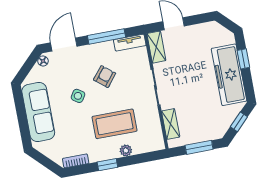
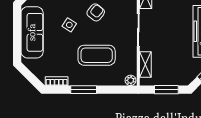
plant: (126, 150) -> (131, 80), moved
window: (107, 165) -> (84, 90), width x1.50

